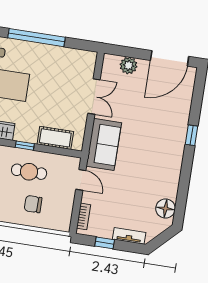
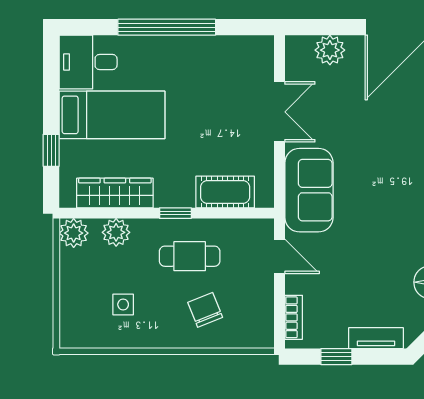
chair: (33, 204) -> (205, 310), turned 68

